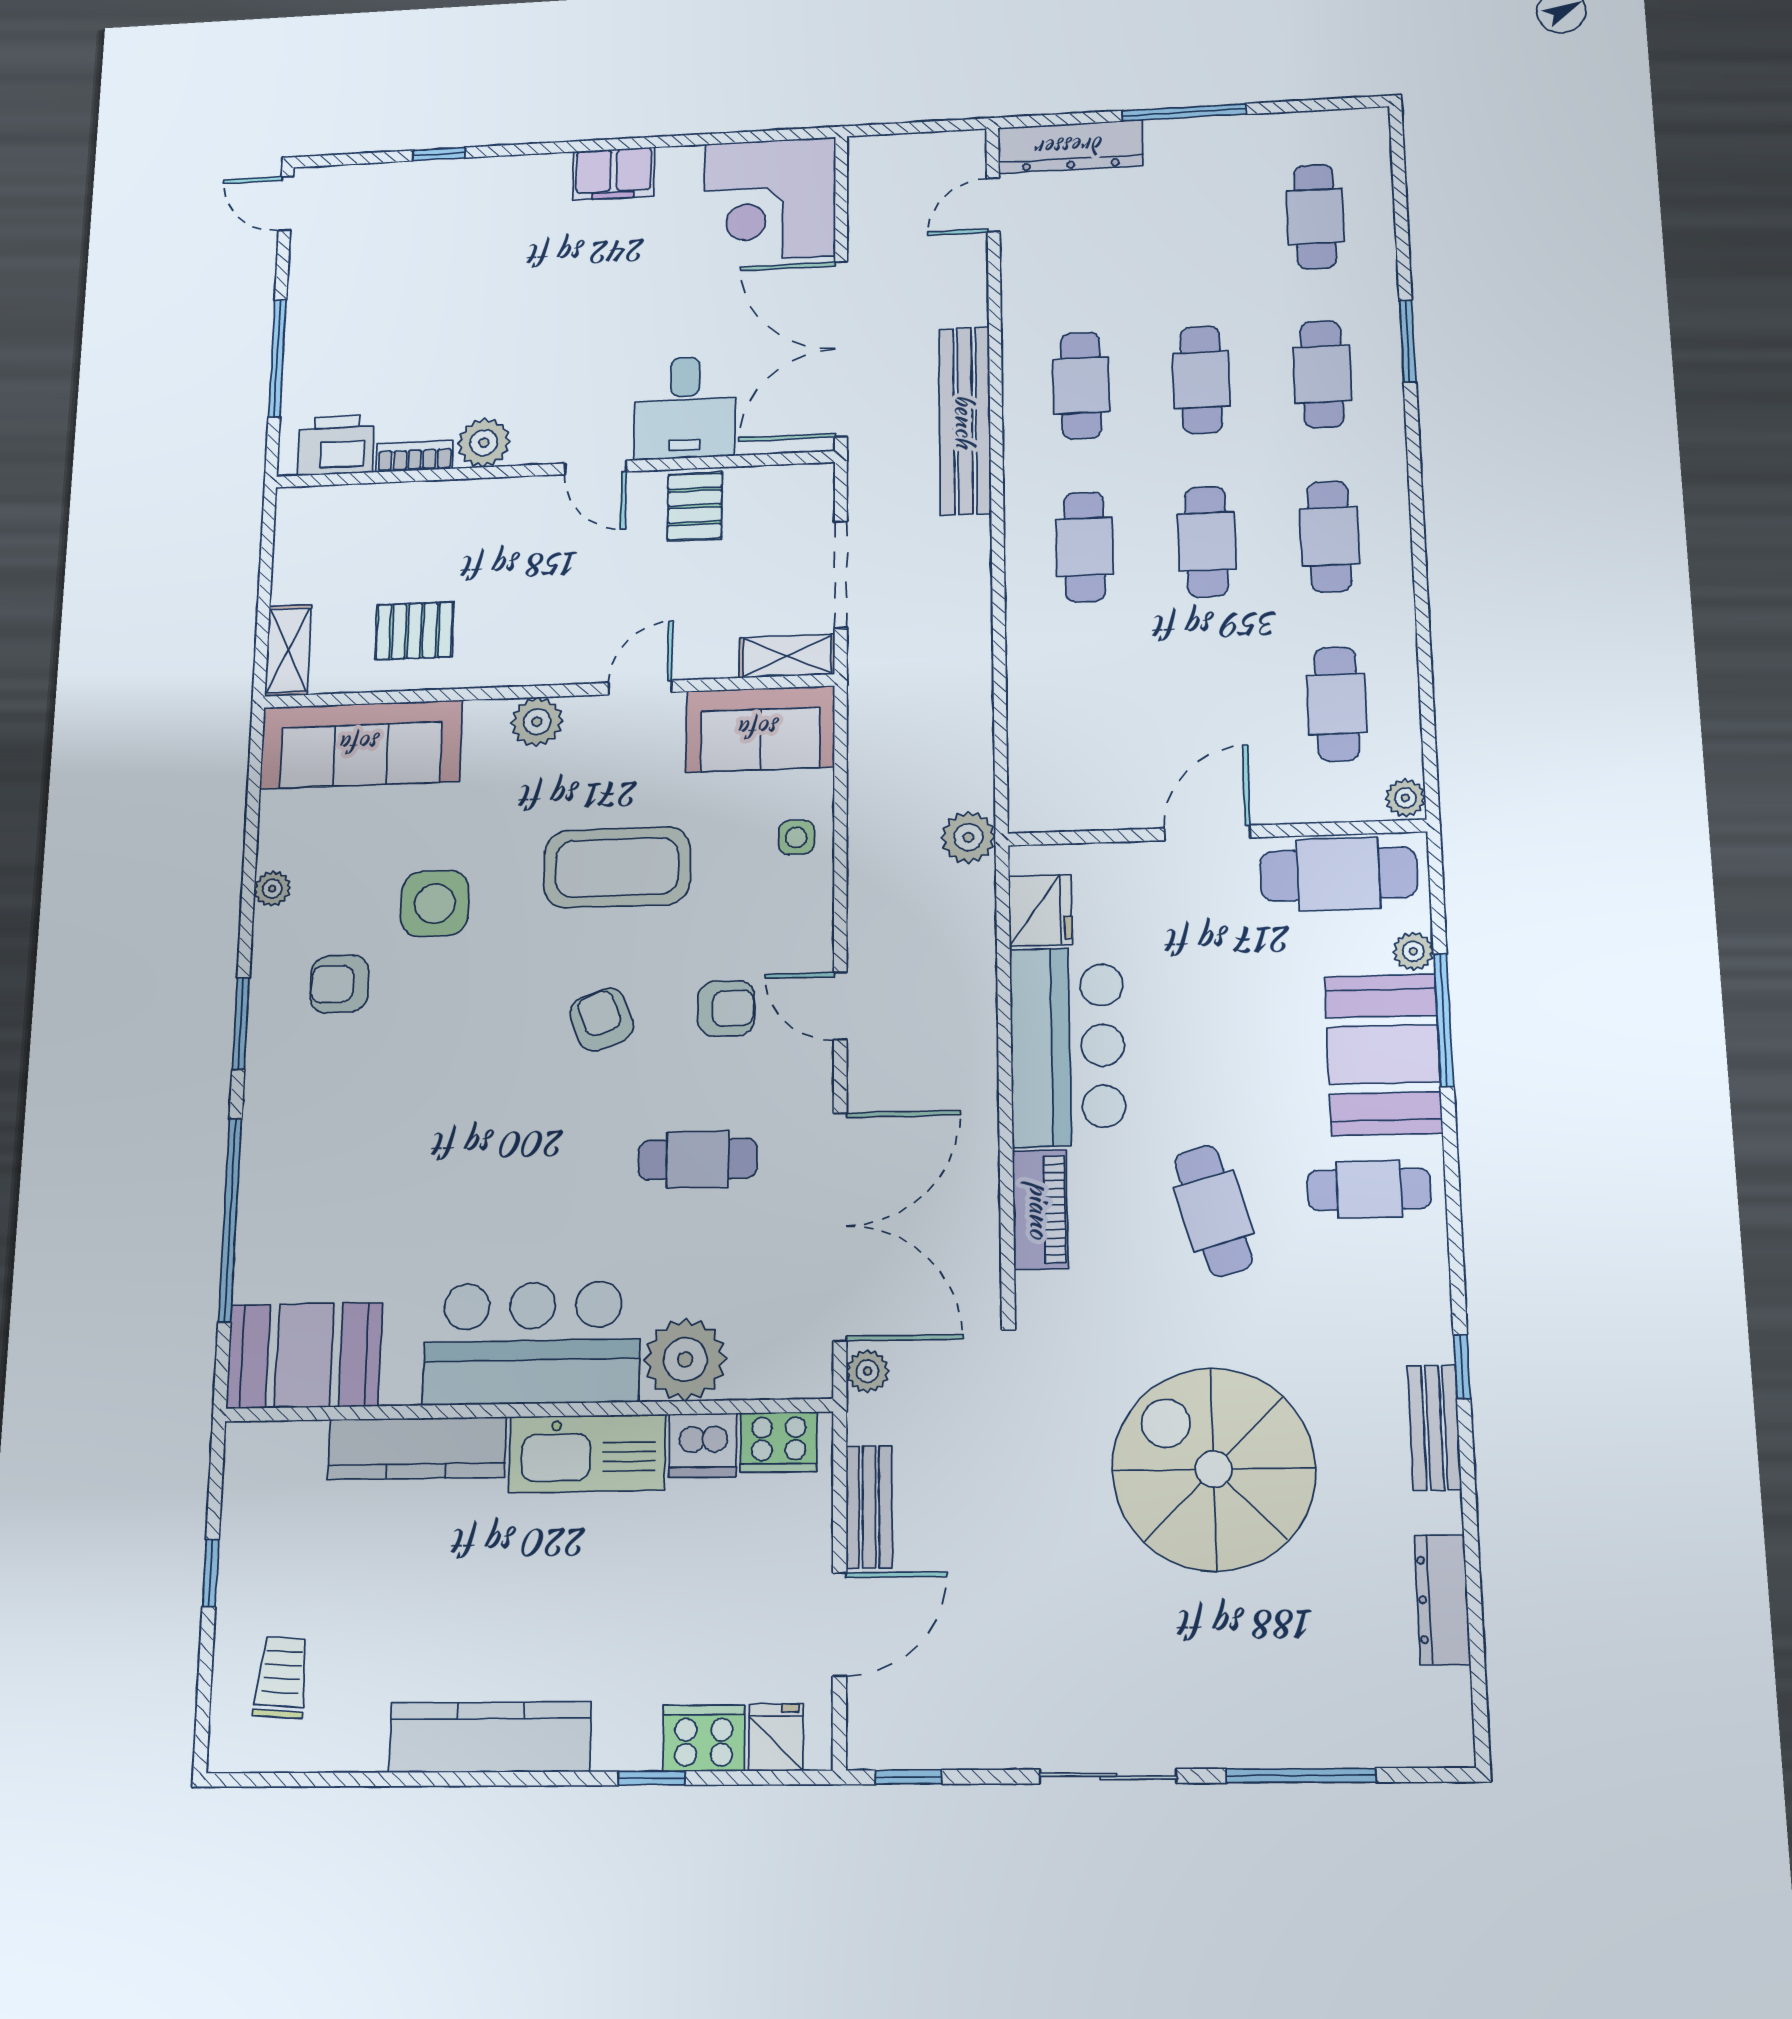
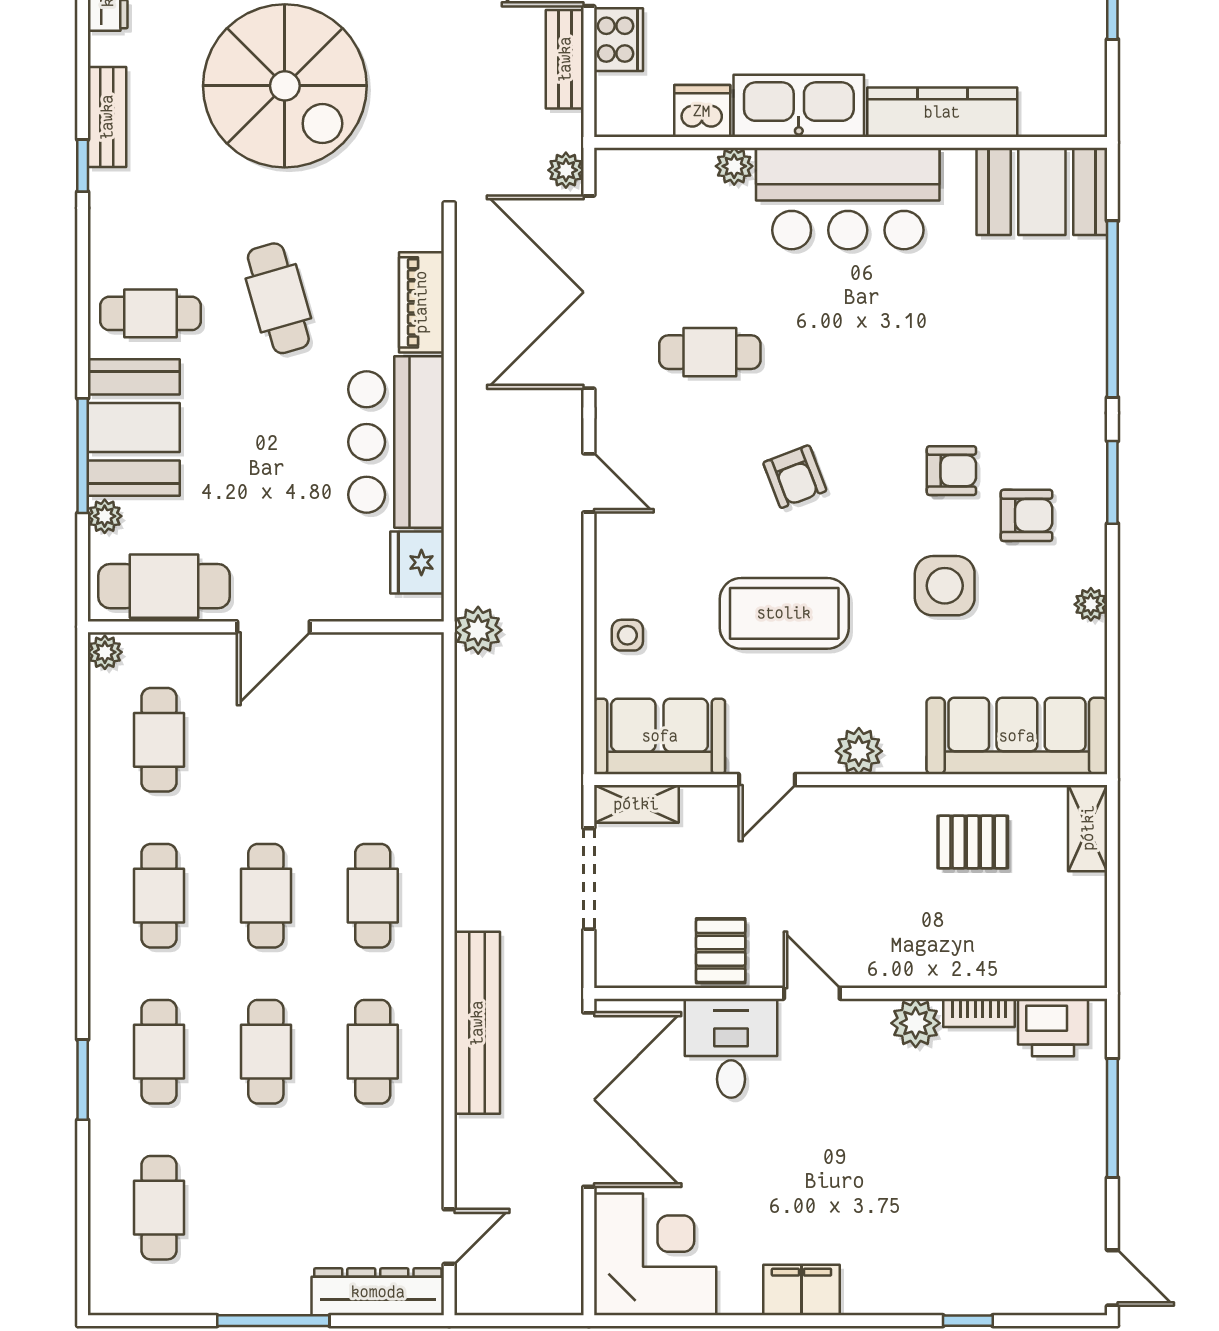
armchair: (726, 1008) -> (951, 471), moved, turned 180
plant: (685, 1359) -> (734, 166), width x0.53, depth x0.53
cooker: (779, 1442) -> (618, 40), moved, turned 90

